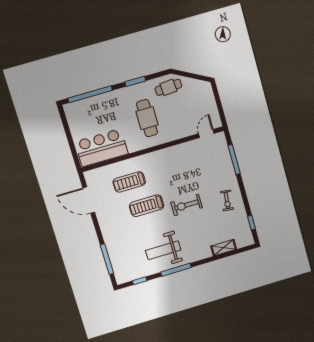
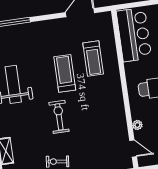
plant: (184, 133) -> (137, 125), added
treadmill: (129, 182) -> (93, 59), turned 180

